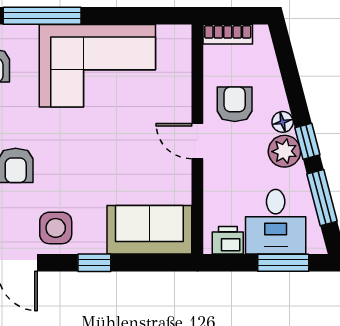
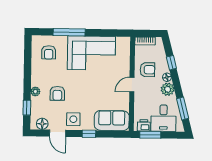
armchair: (235, 104) -> (147, 70), turned 90
door: (197, 141) -> (132, 85), hinge flipped
window: (307, 141) -> (171, 63), moved
window: (283, 263) -> (150, 135), moved

